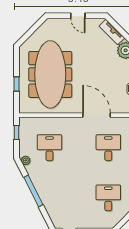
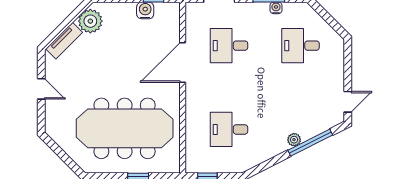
door: (78, 16) -> (41, 89), hinge flipped
plant: (26, 160) -> (294, 140), moved
window: (33, 191) -> (310, 143), moved

